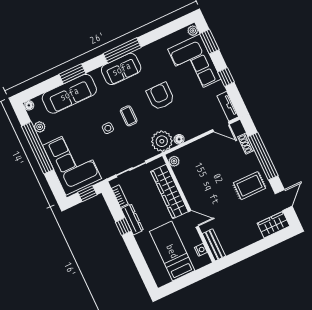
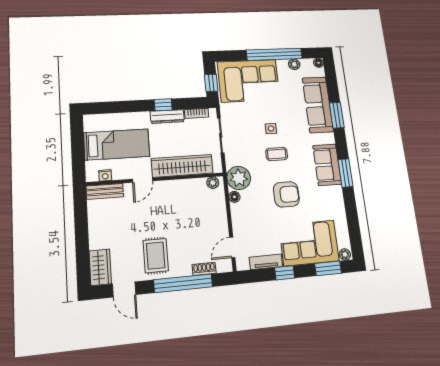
window: (122, 50) -> (345, 173), width x0.69
tv unit: (228, 106) -> (266, 262), moved

